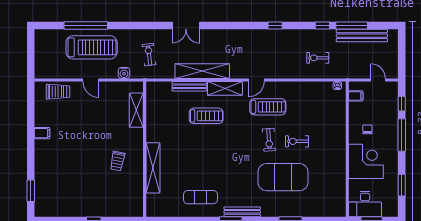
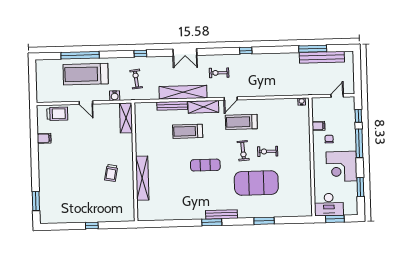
double door: (186, 26) -> (185, 52), moved
window: (322, 26) -> (140, 54), moved
treadmill: (92, 47) -> (86, 74), turned 180
exercise bike: (318, 58) -> (219, 73), moved
door: (378, 80) -> (337, 96), hinge flipped
filing cabinet: (356, 96) -> (318, 126), moved
treadmill: (268, 107) -> (241, 122), turned 180
shelving: (136, 110) -> (126, 118), moved
treadmill: (206, 116) -> (188, 131), turned 180
filing cabinet: (42, 133) -> (44, 138), moved
corner desk: (366, 161) -> (342, 166), moved, turned 180
exercise mat: (201, 197) -> (205, 165), moved

